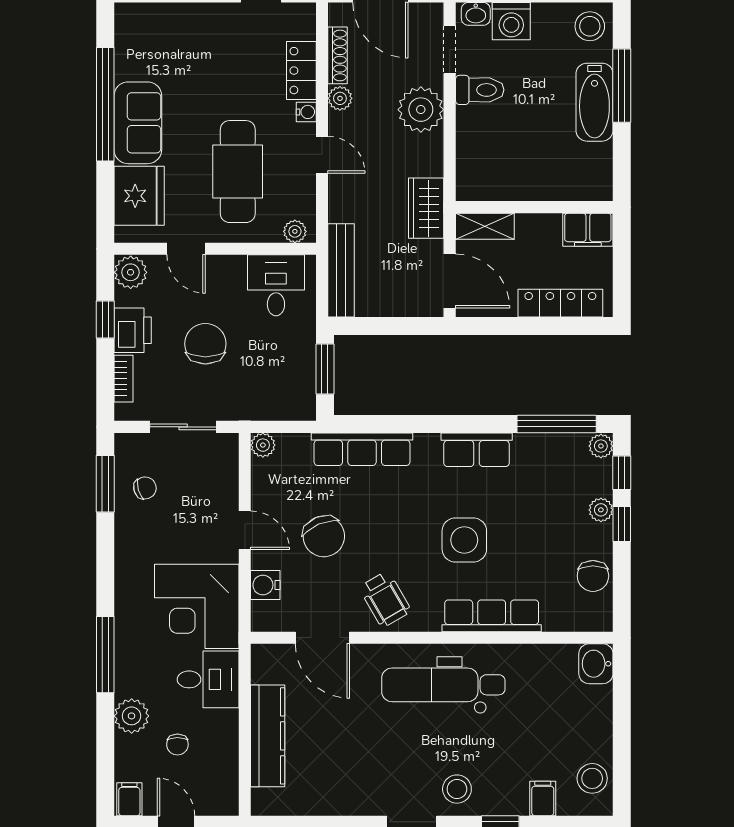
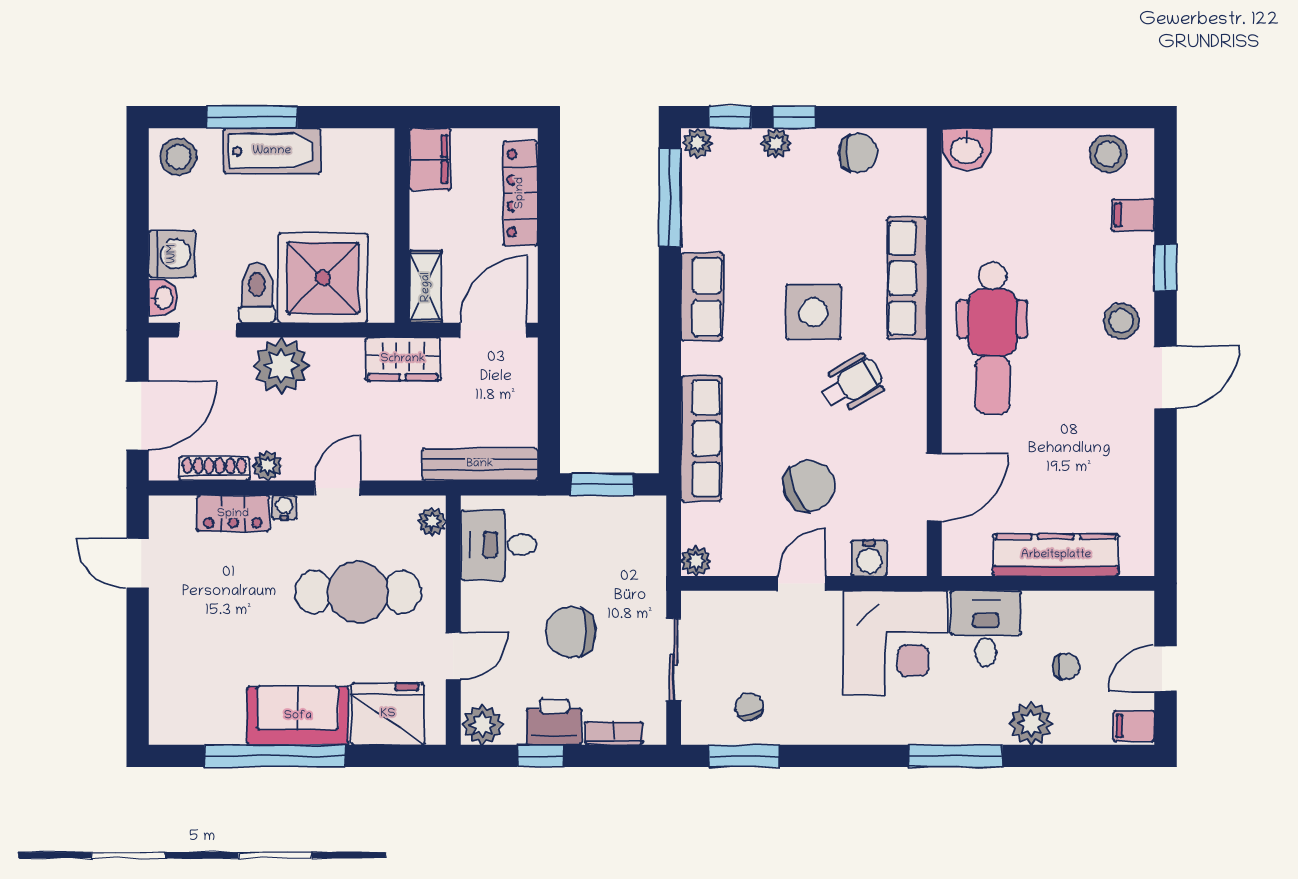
shower: (492, 143) -> (323, 278), added
wheelchair: (385, 599) -> (852, 384), moved

